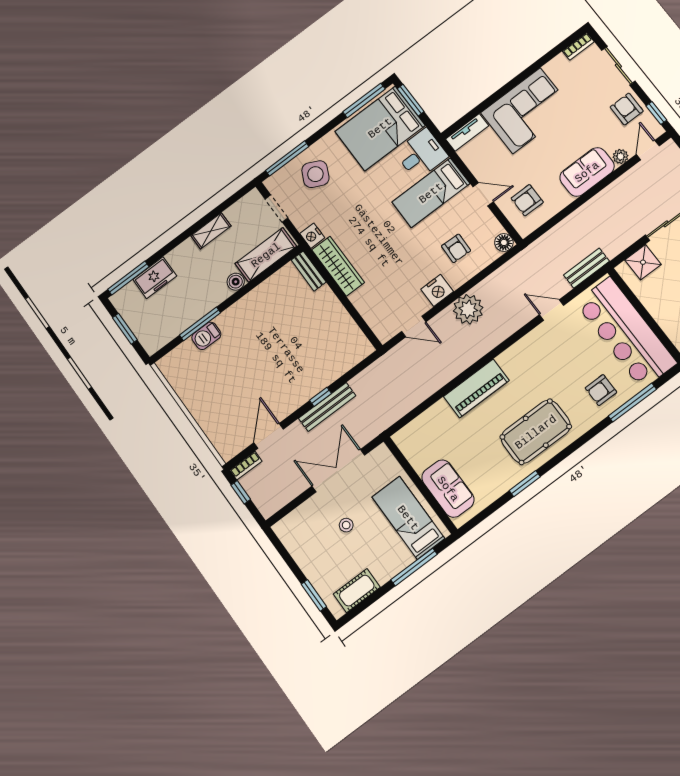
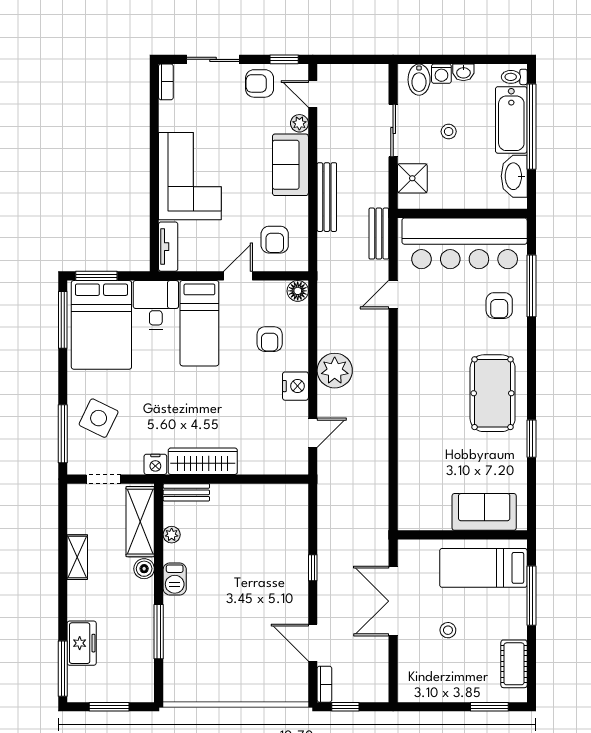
armchair: (456, 248) -> (270, 339), turned 88
plant: (272, 283) -> (172, 535), added
barbecue: (206, 336) -> (175, 579), moved
piano: (476, 388) -> (413, 418), removed
bench: (327, 407) -> (327, 197), moved

